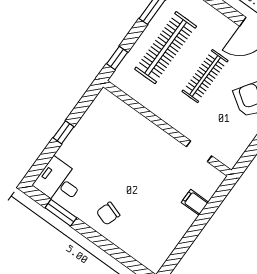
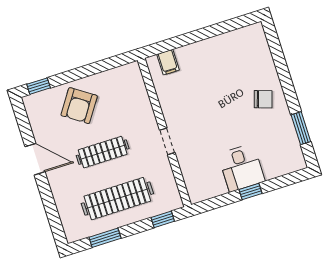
doorway: (199, 151) -> (167, 141), moved
desk: (59, 182) -> (241, 168), moved
filing cabinet: (195, 202) -> (168, 62), moved

